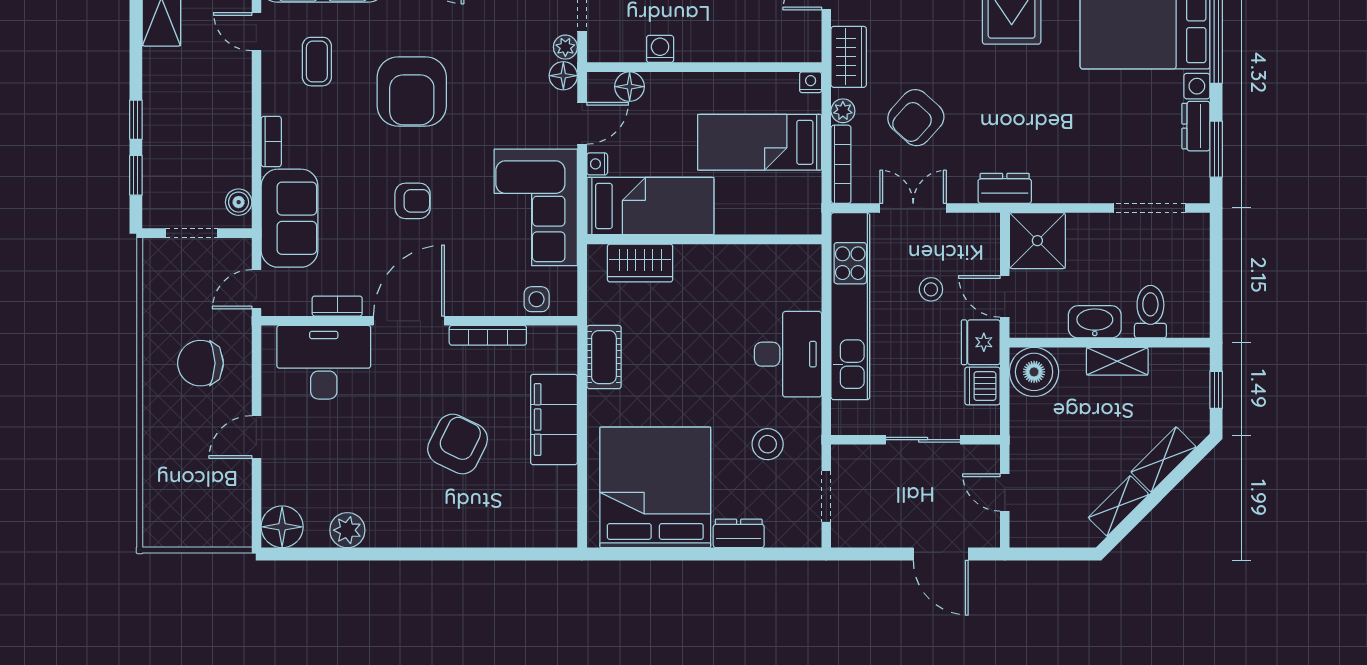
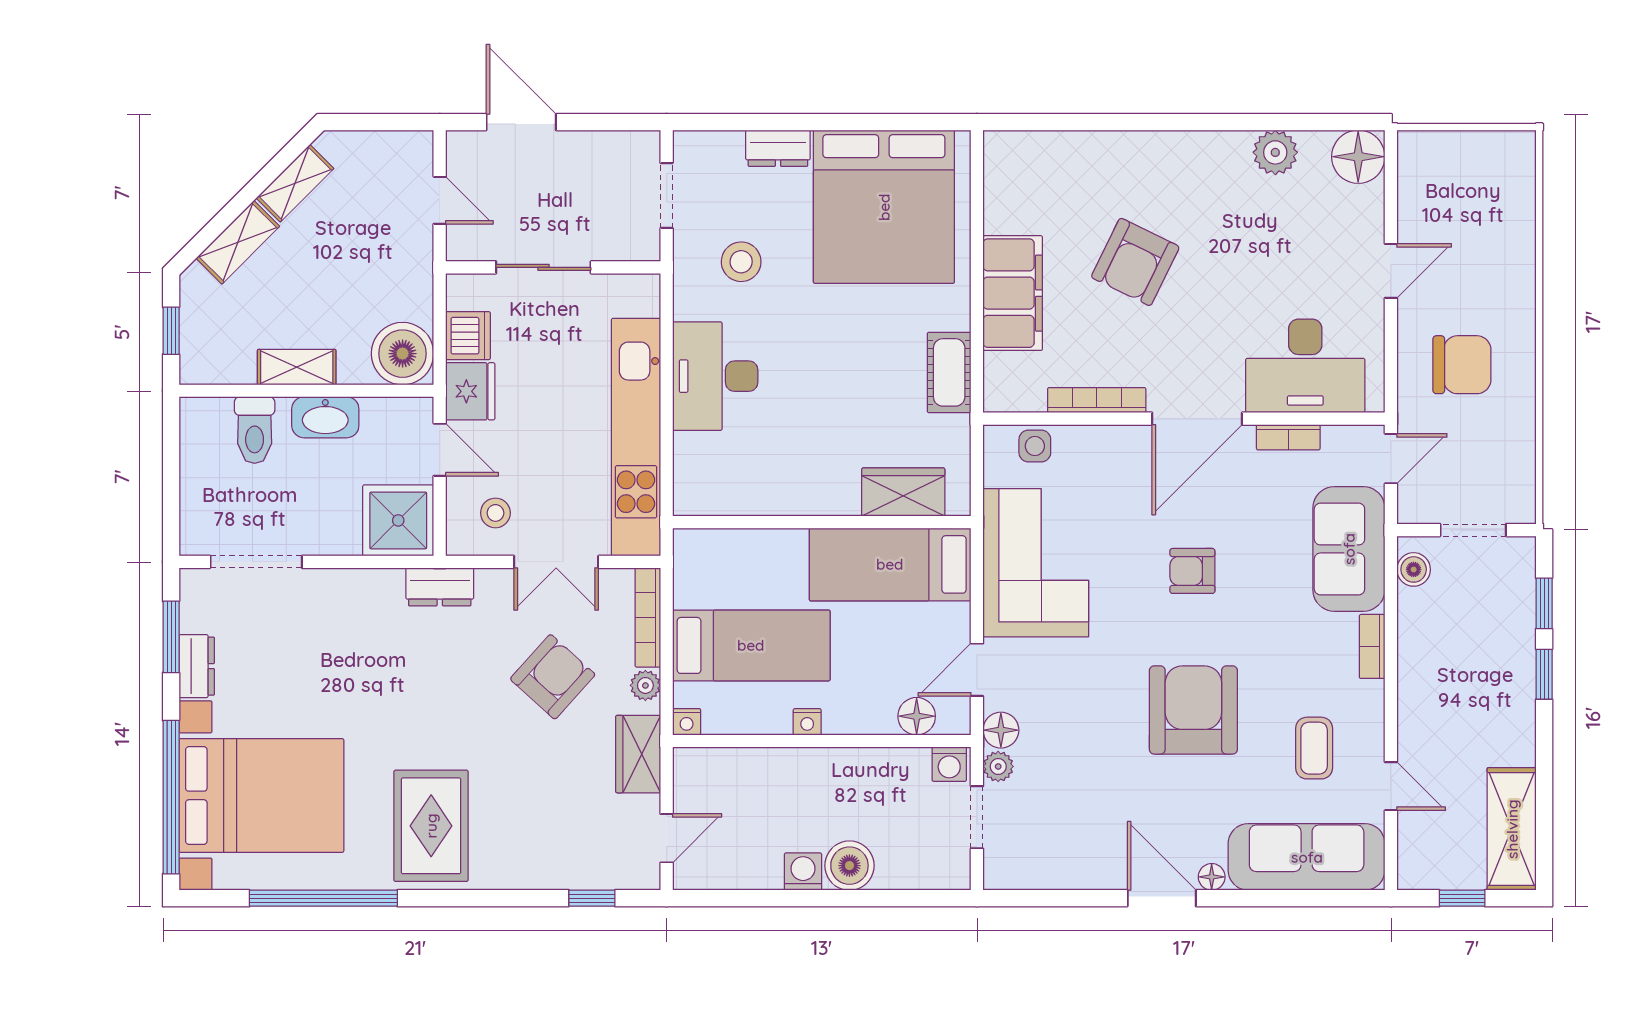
washing machine: (660, 49) -> (949, 764), moved
nightstand: (597, 164) -> (807, 722), moved, turned 90
stool: (931, 289) -> (495, 513), moved

